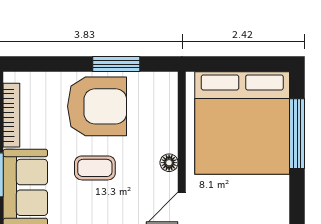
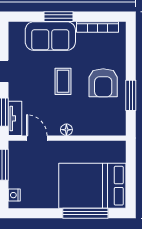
armchair: (97, 106) -> (103, 83), width x0.73, depth x0.73
bed: (242, 123) -> (92, 186), width x0.73

